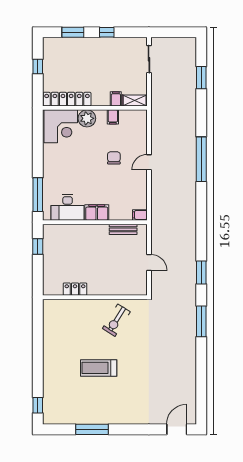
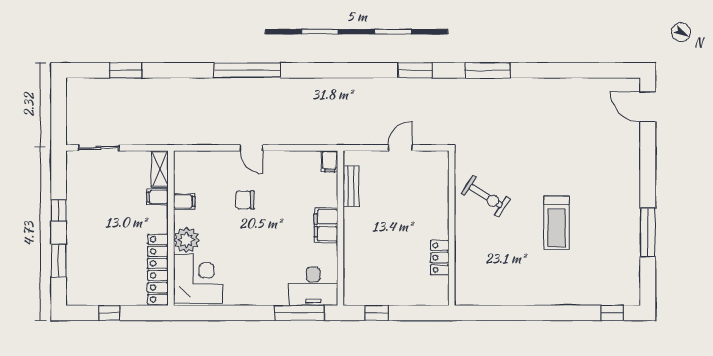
desk: (68, 207) -> (313, 286), moved, turned 90

